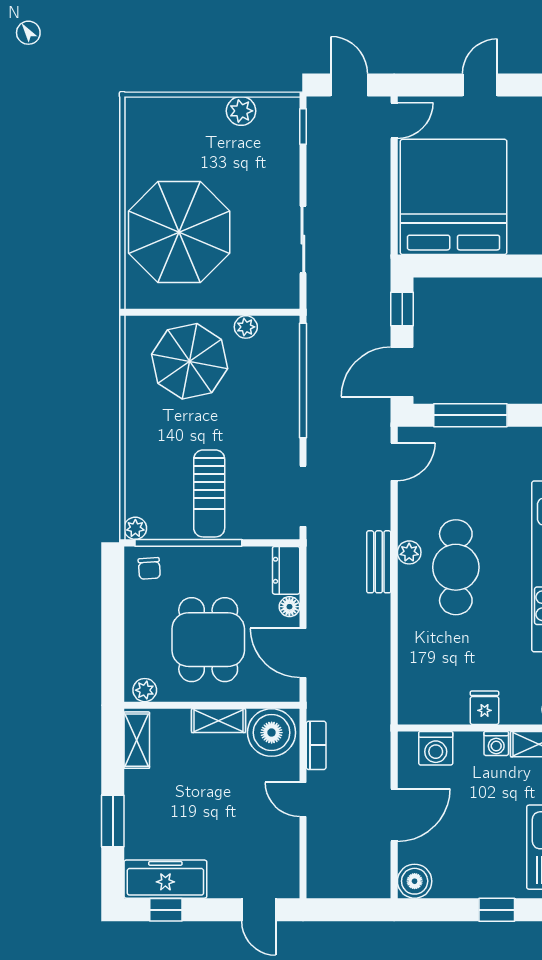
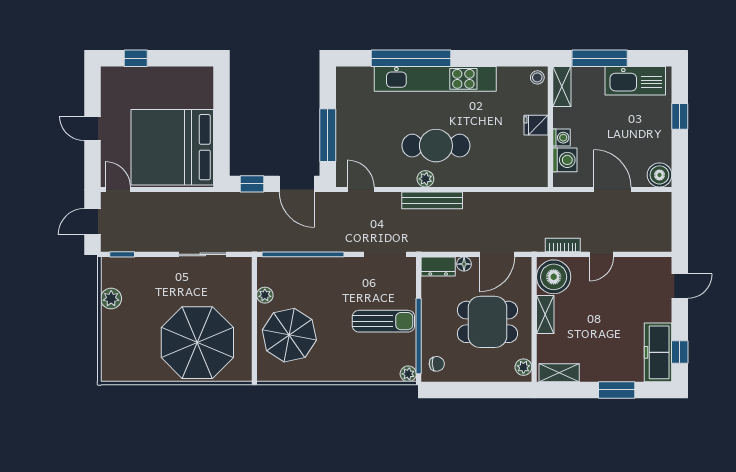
bench: (379, 562) -> (432, 200), width x1.36
washing machine: (496, 744) -> (561, 138), moved

